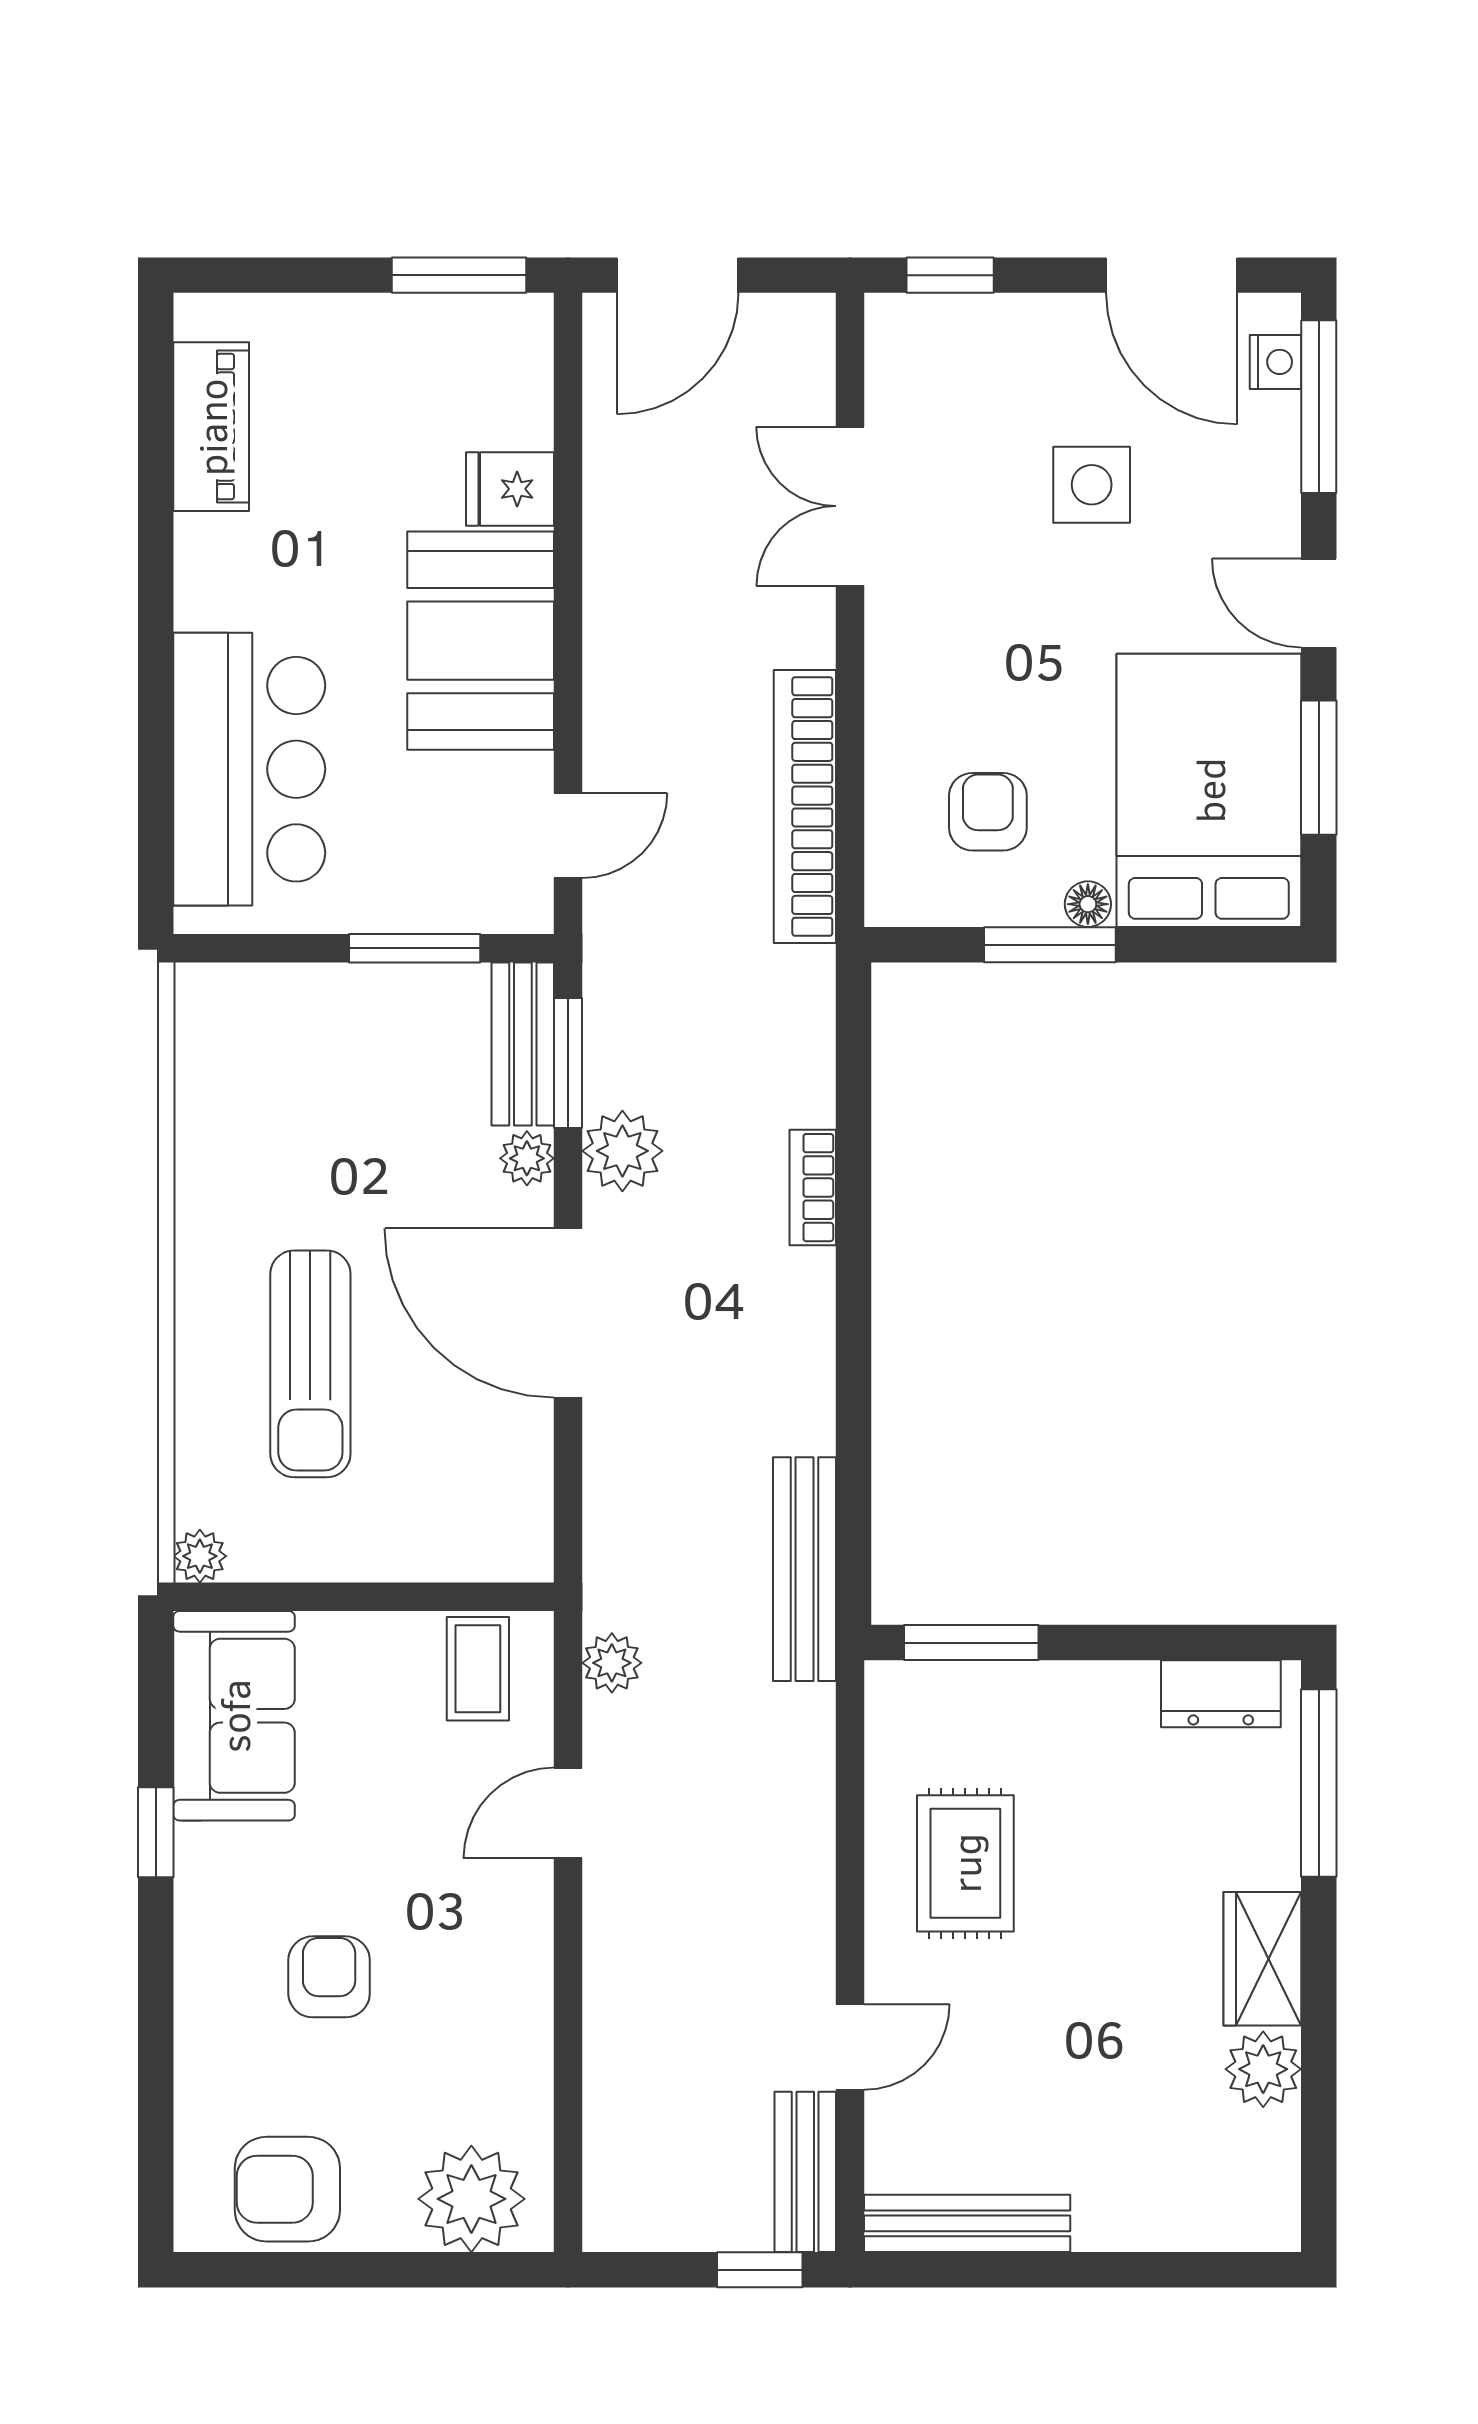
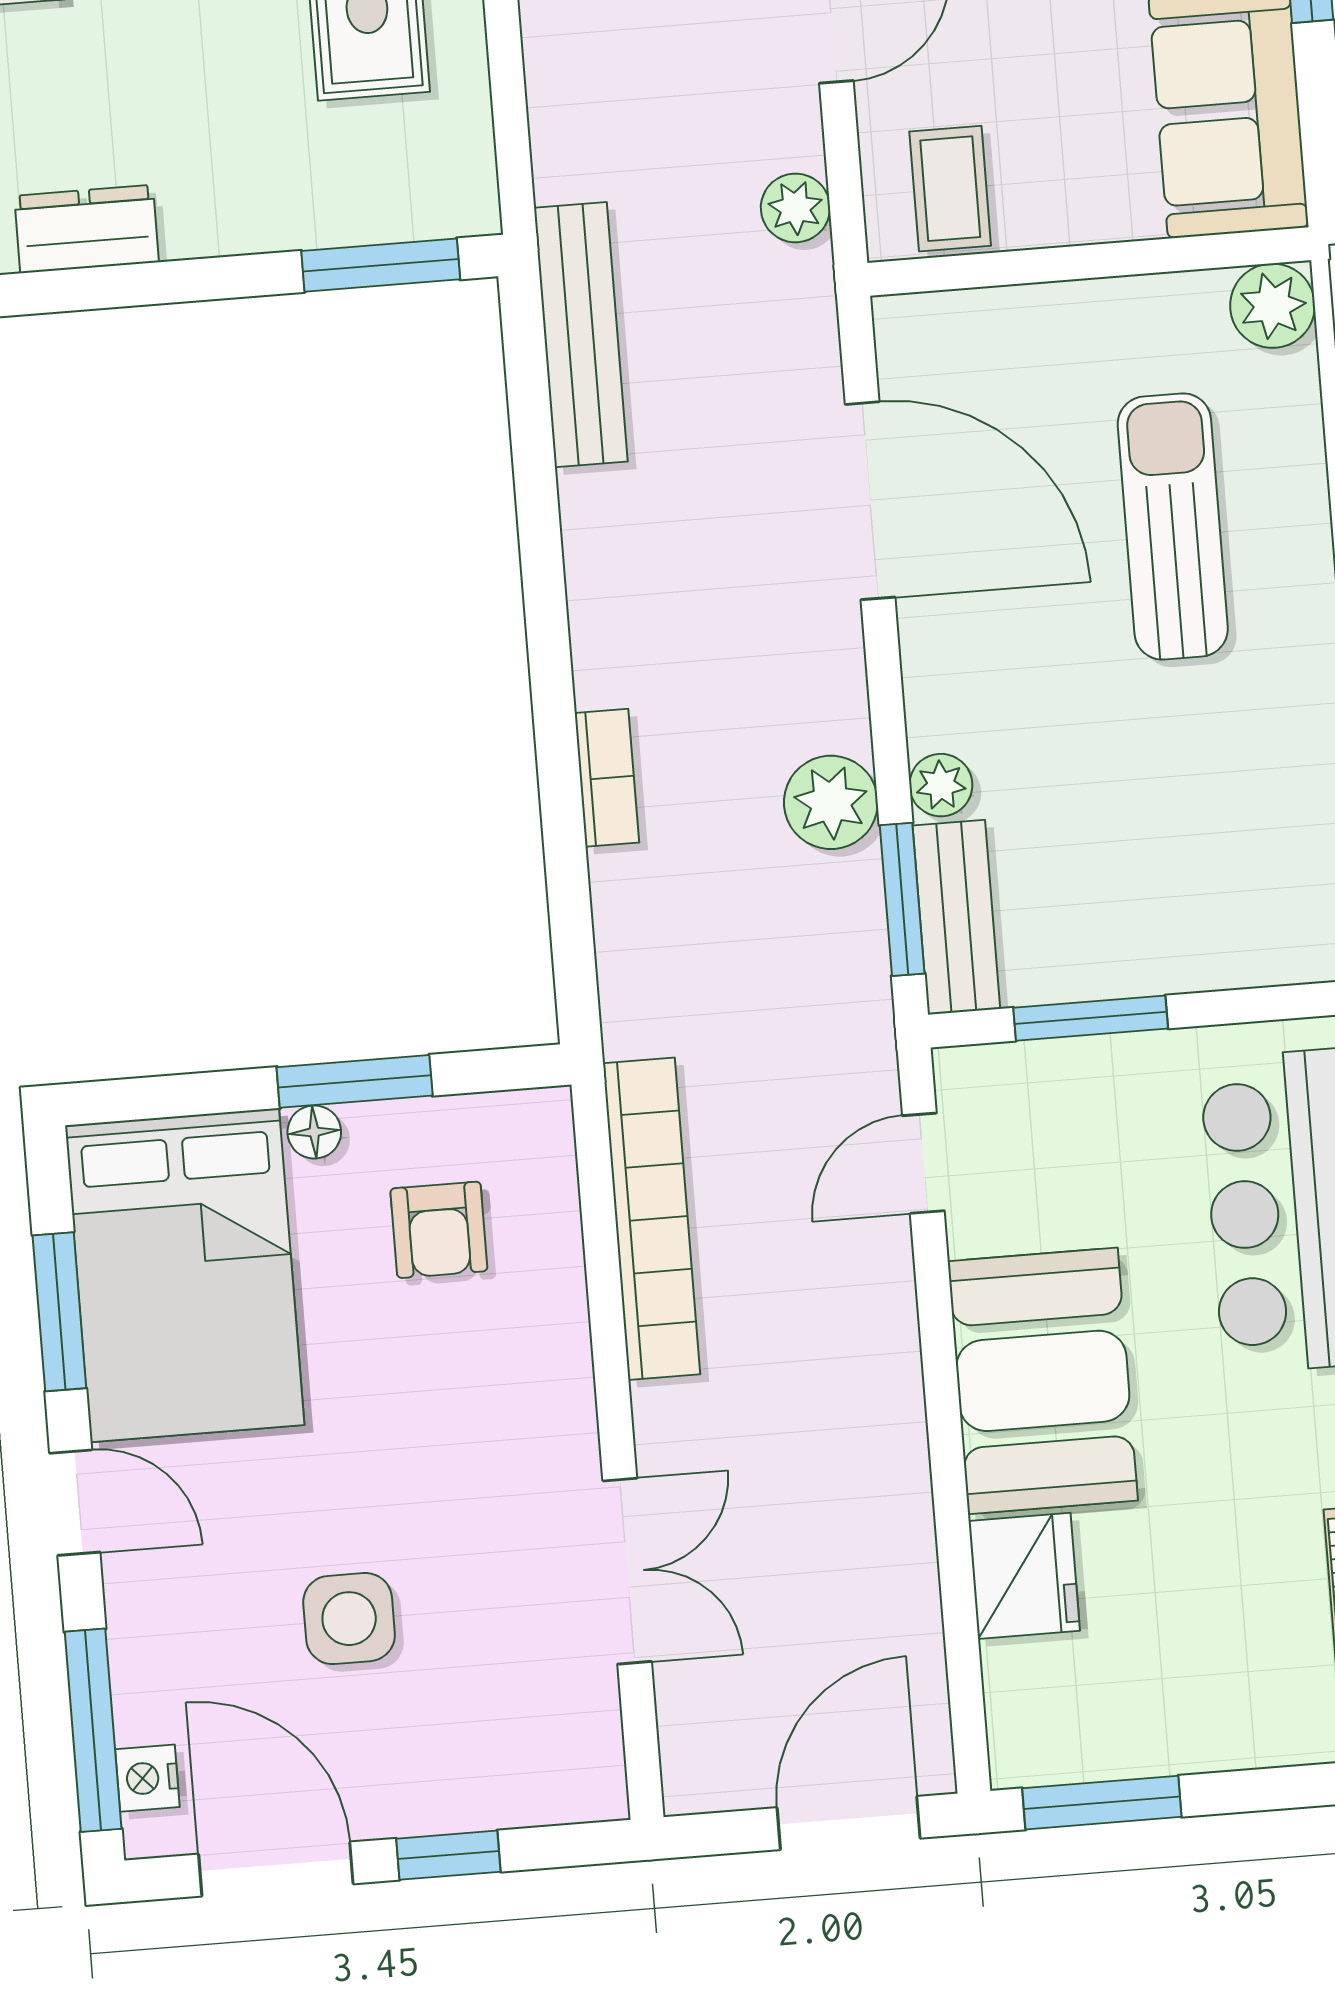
window: (950, 275) -> (448, 1855), moved
fridge: (510, 489) -> (1024, 1576), width x1.38
door: (568, 1313) -> (870, 501), moved
plant: (200, 1556) -> (1272, 306), width x1.38, depth x1.38

